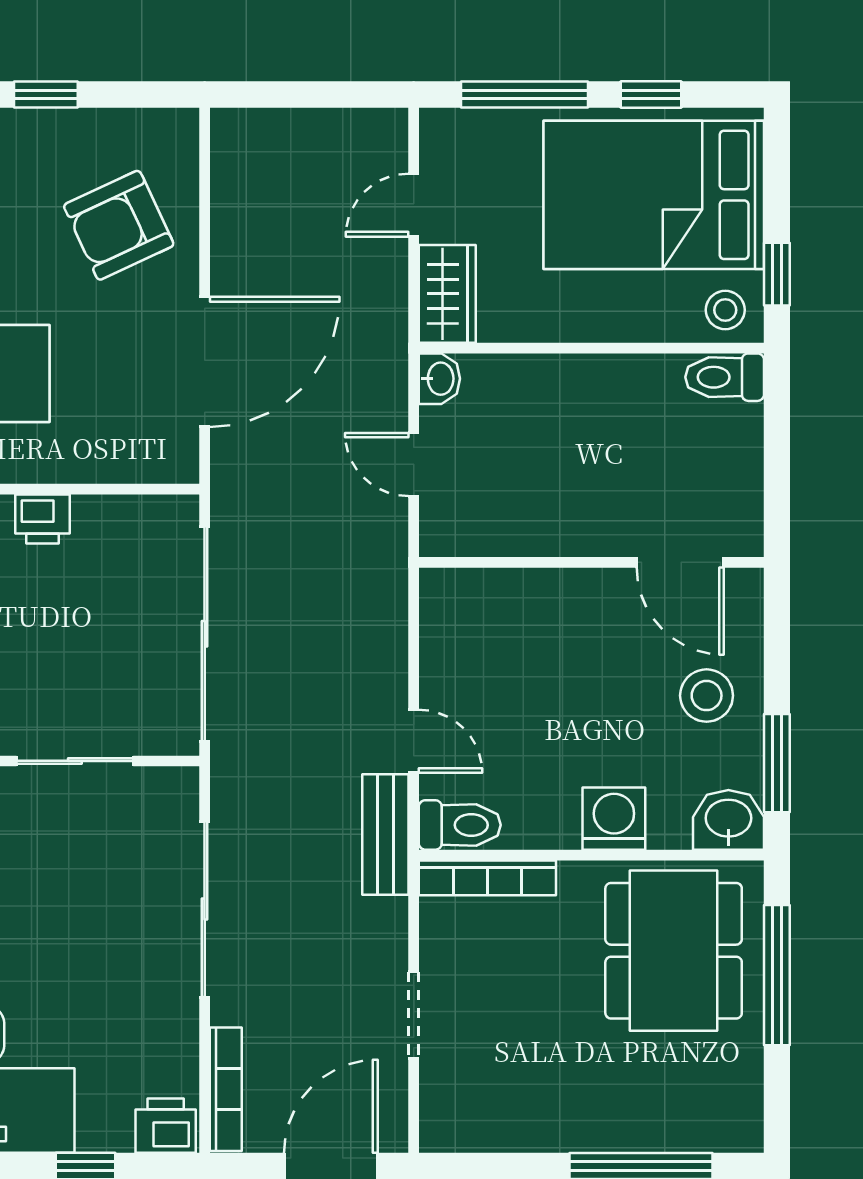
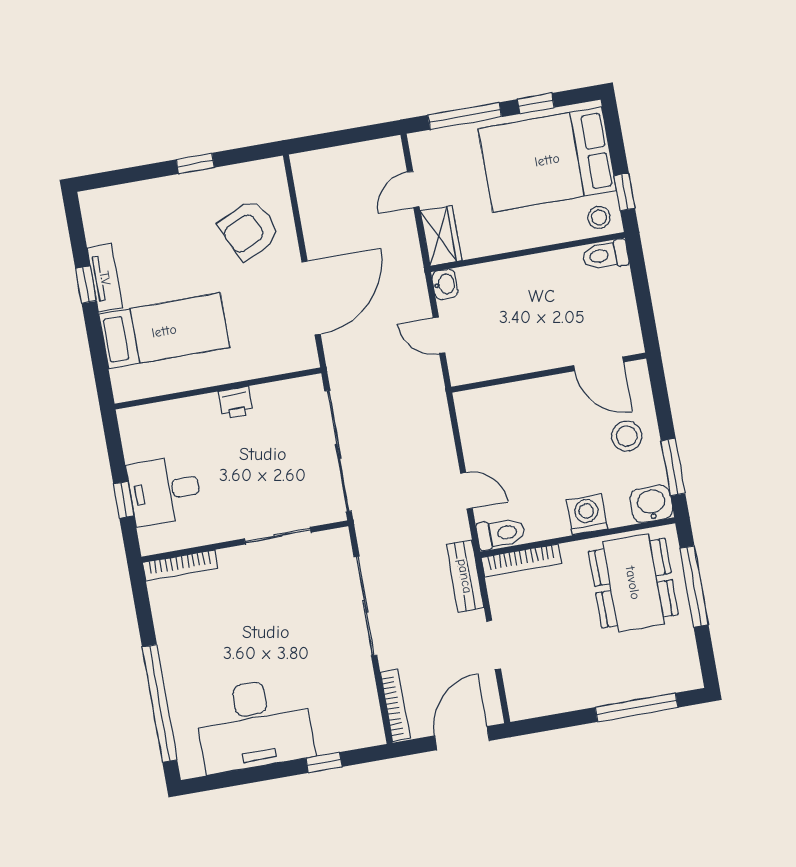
bench: (385, 835) -> (465, 576), moved
printer: (166, 1126) -> (365, 732), removed

